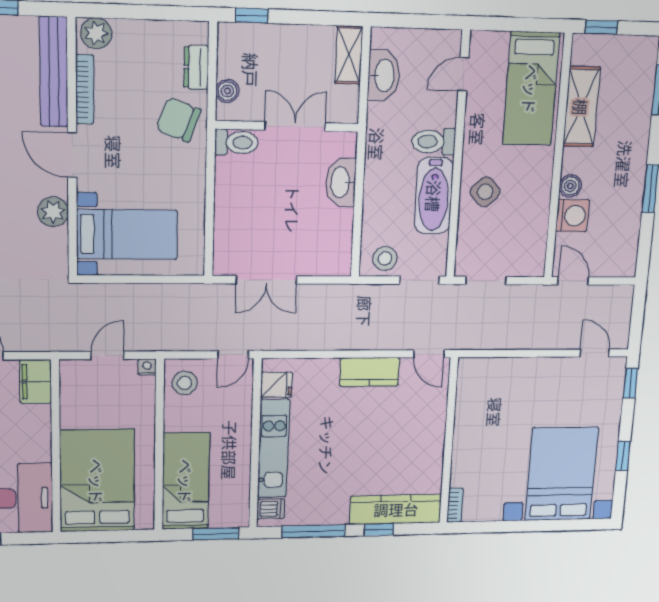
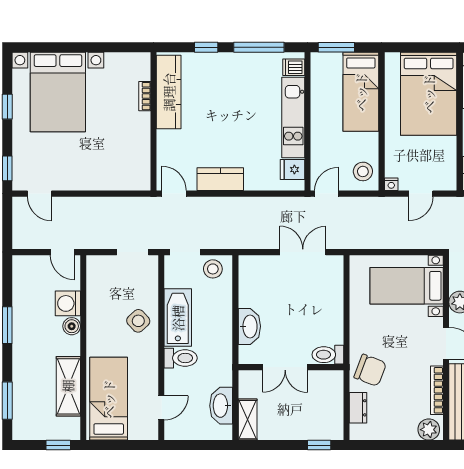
boiler: (227, 91) -> (335, 392), removed
bookcase: (455, 505) -> (145, 96), moved
kitchen counter: (396, 509) -> (169, 92), moved, turned -90

